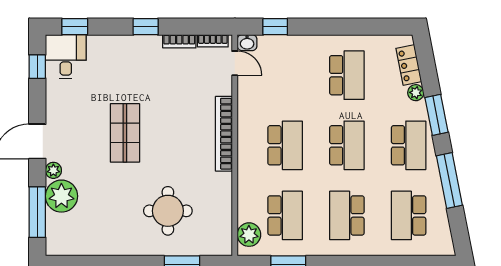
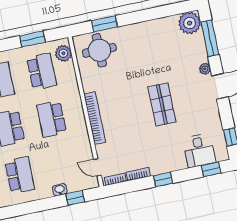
washbasin: (247, 43) -> (60, 190), moved
desk: (66, 57) -> (199, 151), moved
school desk: (347, 75) -> (20, 175), turned 180
plant: (61, 196) -> (190, 23), moved
round table: (168, 211) -> (99, 50), moved
school desk: (285, 215) -> (42, 71), turned 180

